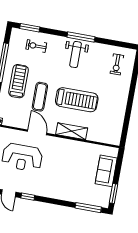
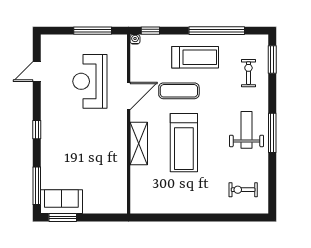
weight bench: (76, 55) -> (246, 130), turned 90
sofa: (106, 171) -> (61, 202), moved
window: (28, 197) -> (37, 130), moved

